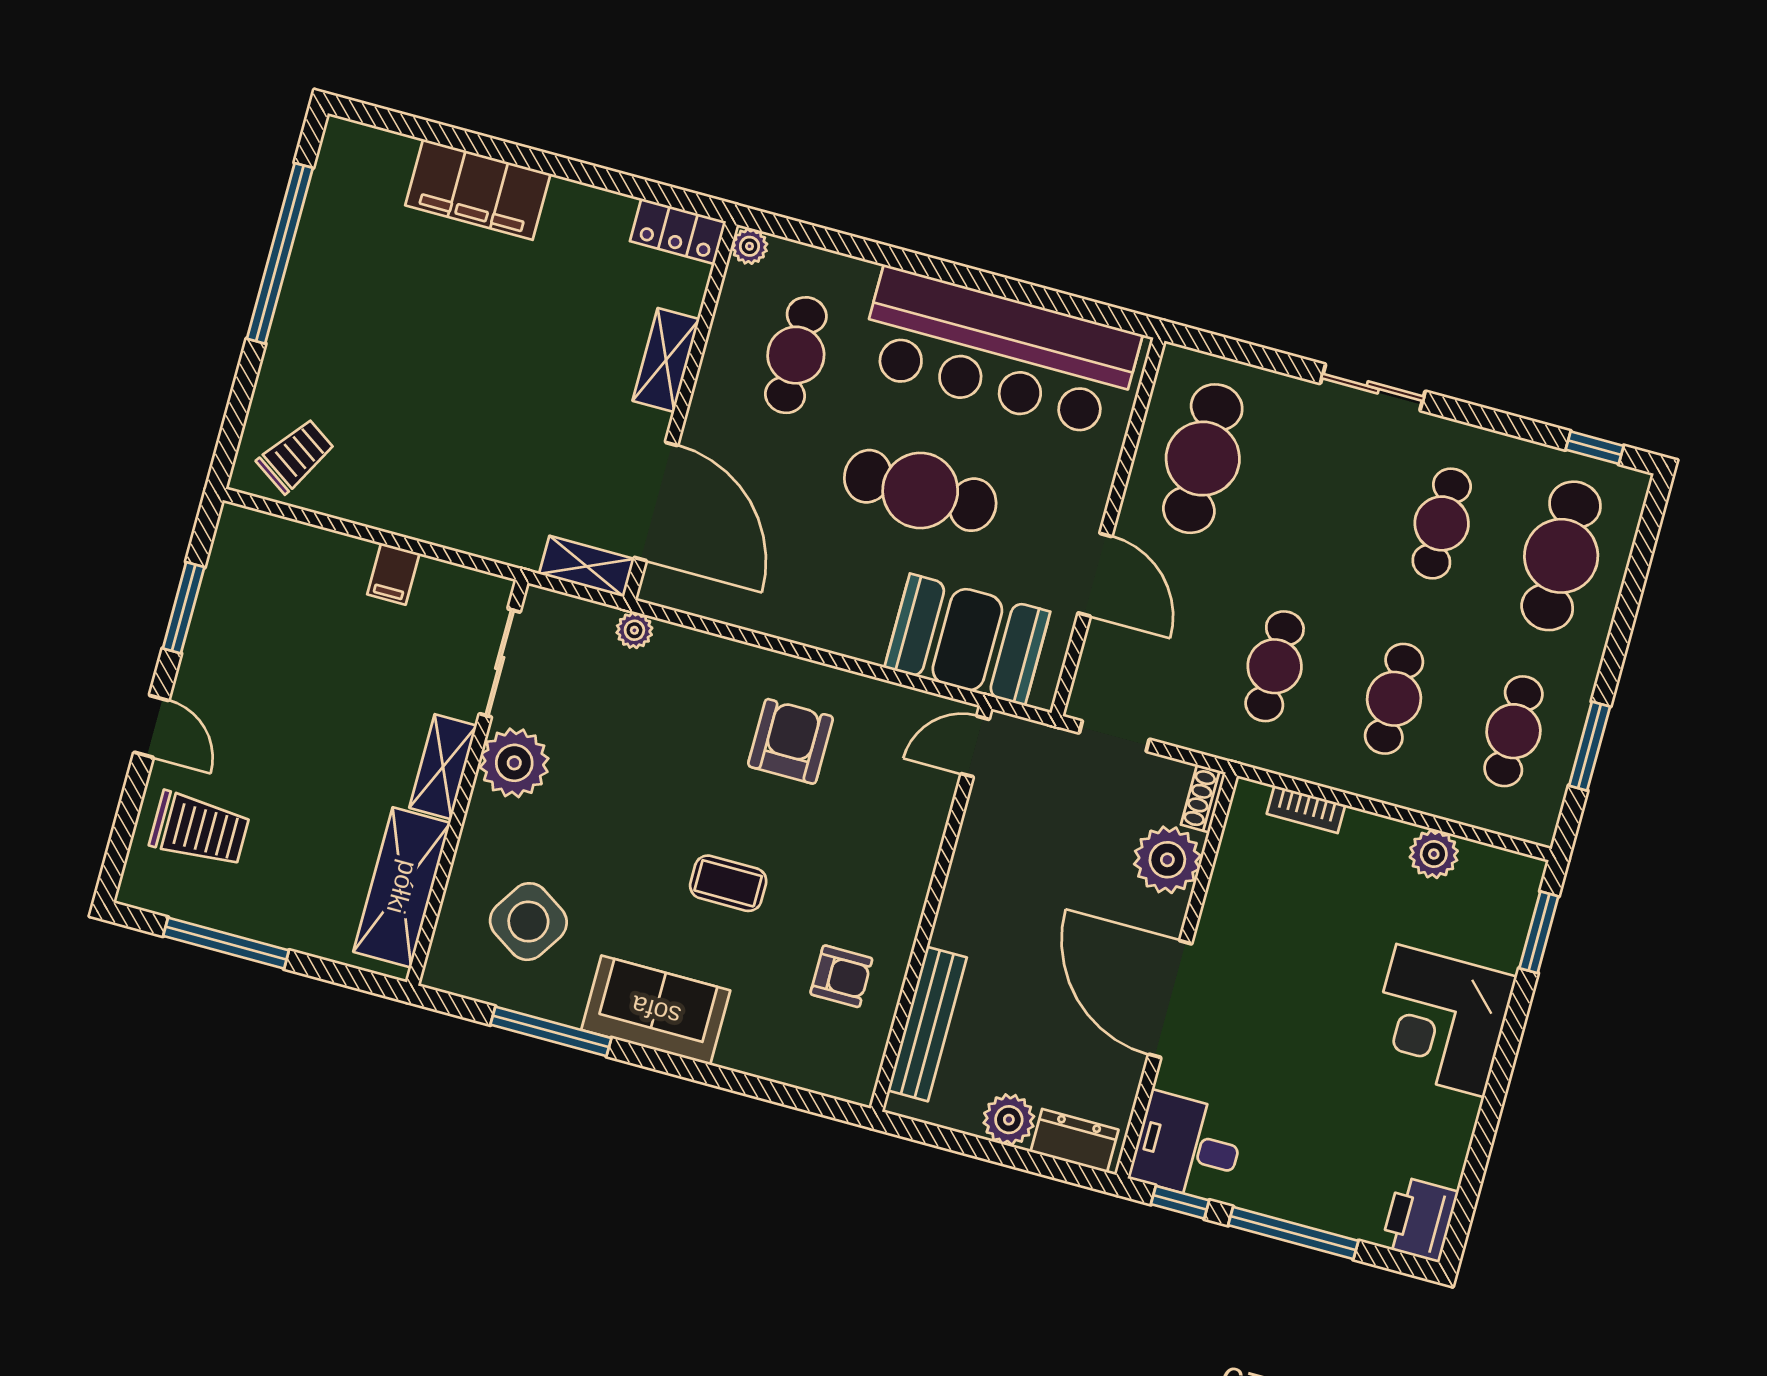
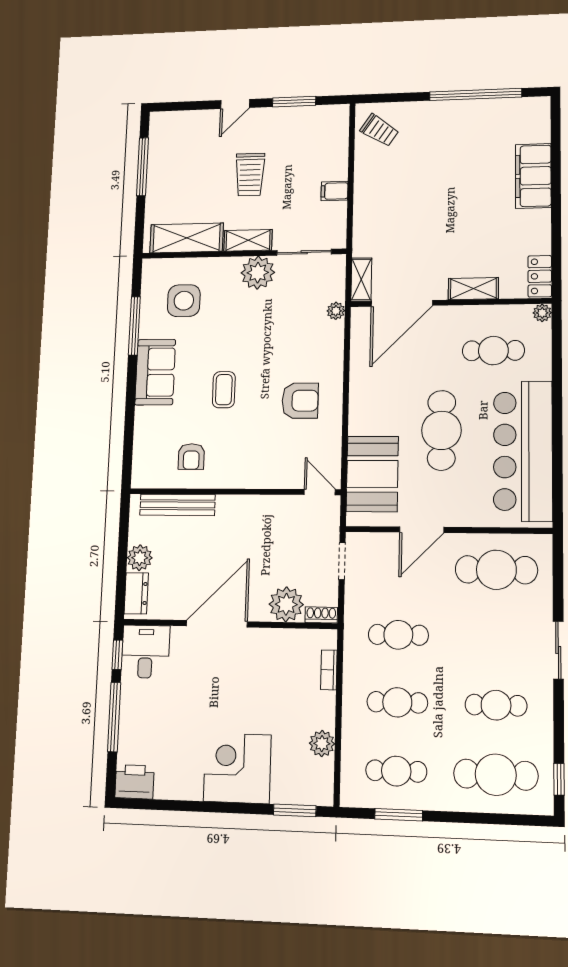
trolley: (200, 829) -> (250, 174), moved
side table: (528, 922) -> (184, 301), turned -33

